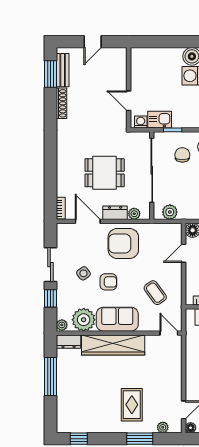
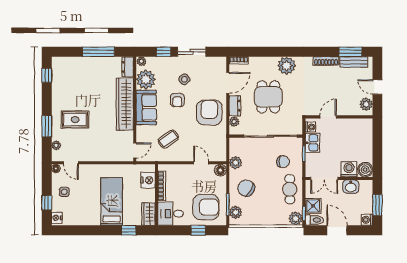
plant: (113, 55) -> (366, 104), added
plant: (67, 151) -> (287, 66), added
plant: (170, 212) -> (236, 163), moved

